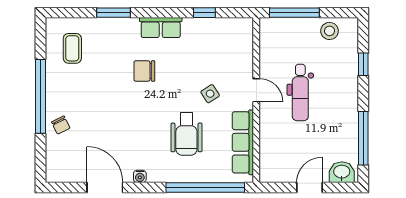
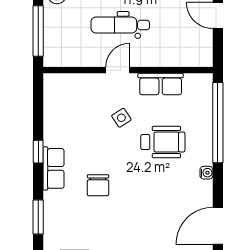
window: (204, 13) -> (38, 152), moved
dental chair: (300, 93) -> (120, 25), turned 180
row of seats: (243, 142) -> (161, 84), width x0.68
water cooler: (140, 176) -> (206, 173), moved

